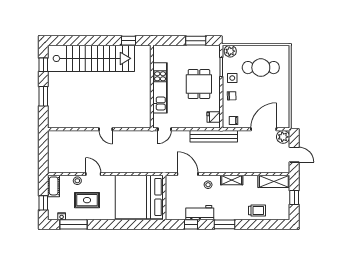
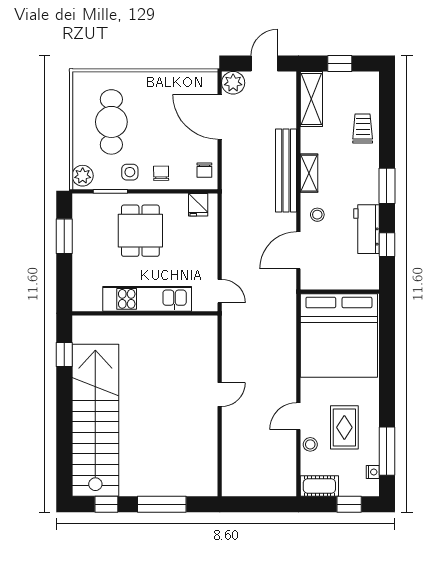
dining table: (199, 84) -> (140, 231), turned 90
window: (43, 96) -> (162, 504), width x1.44
bench: (214, 136) -> (286, 170), moved

